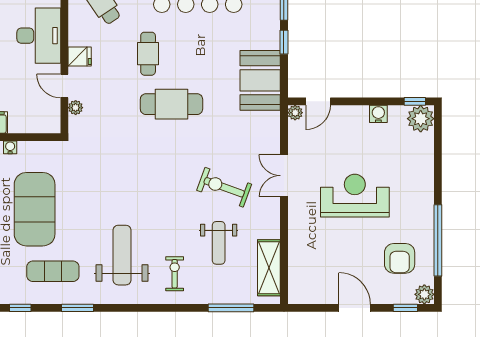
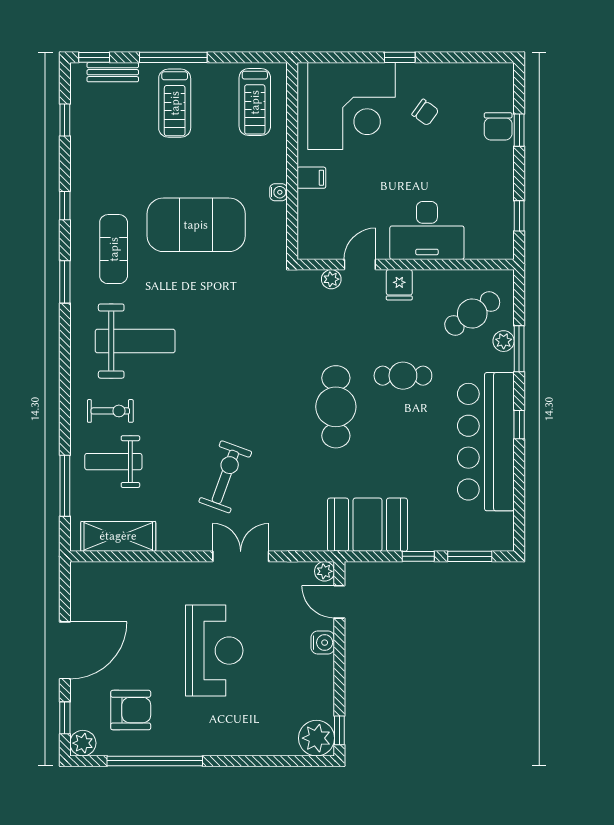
water cooler: (378, 114) -> (323, 643), moved
weight bench: (219, 243) -> (113, 462), moved
armchair: (400, 258) -> (131, 710), turned 180
door: (355, 308) -> (65, 650), width x1.36

